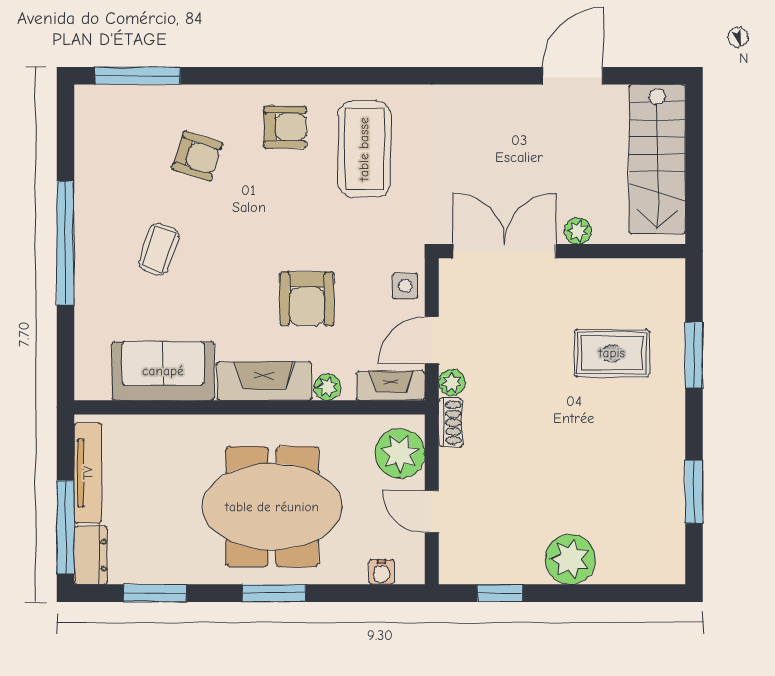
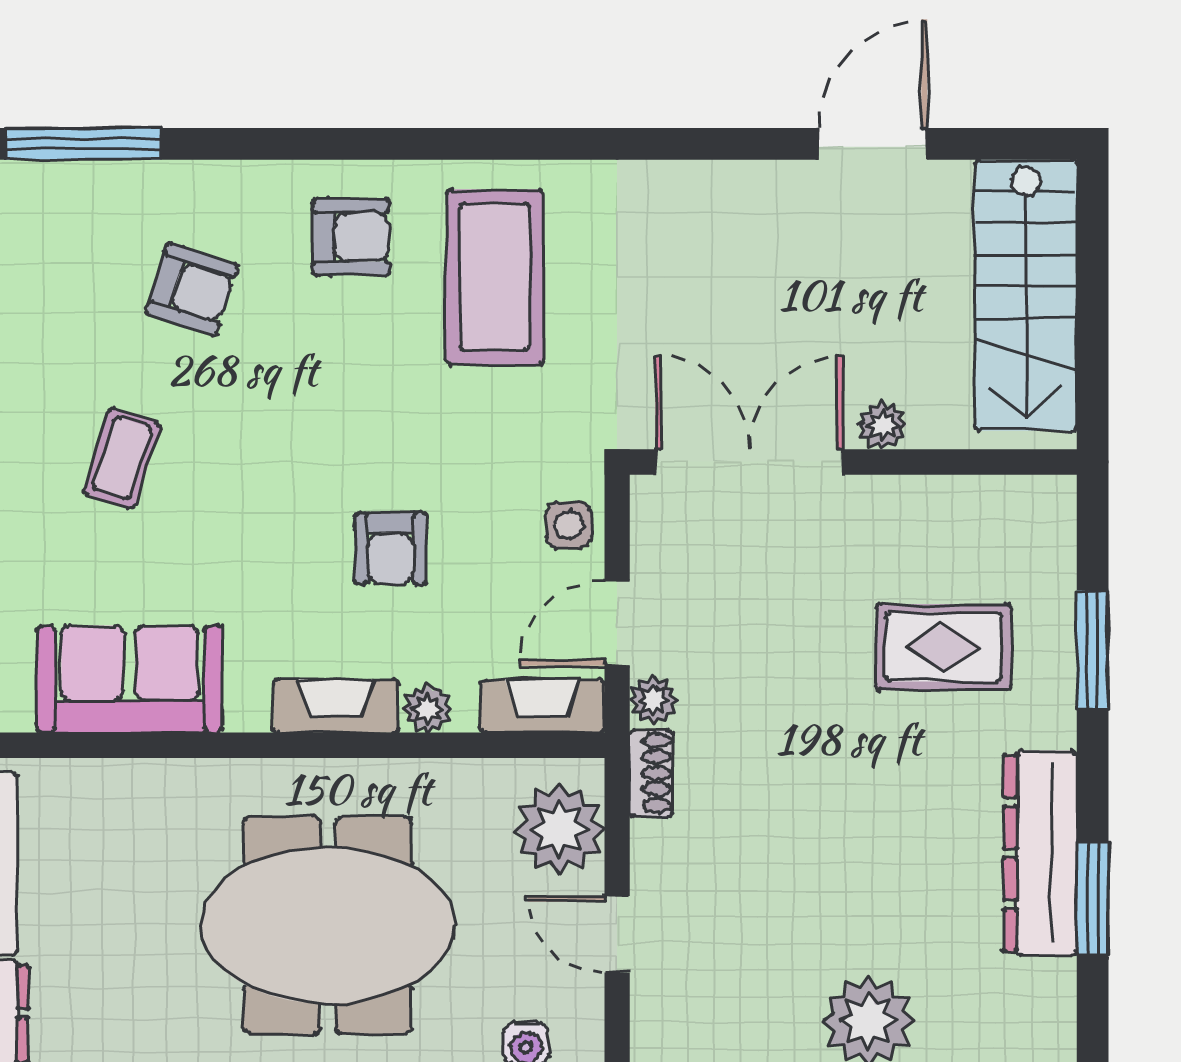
armchair: (307, 299) -> (391, 549), width x0.72, depth x0.72
fireplace: (264, 381) -> (336, 706), width x0.73, depth x0.76
dresser: (665, 467) -> (1040, 853), added

